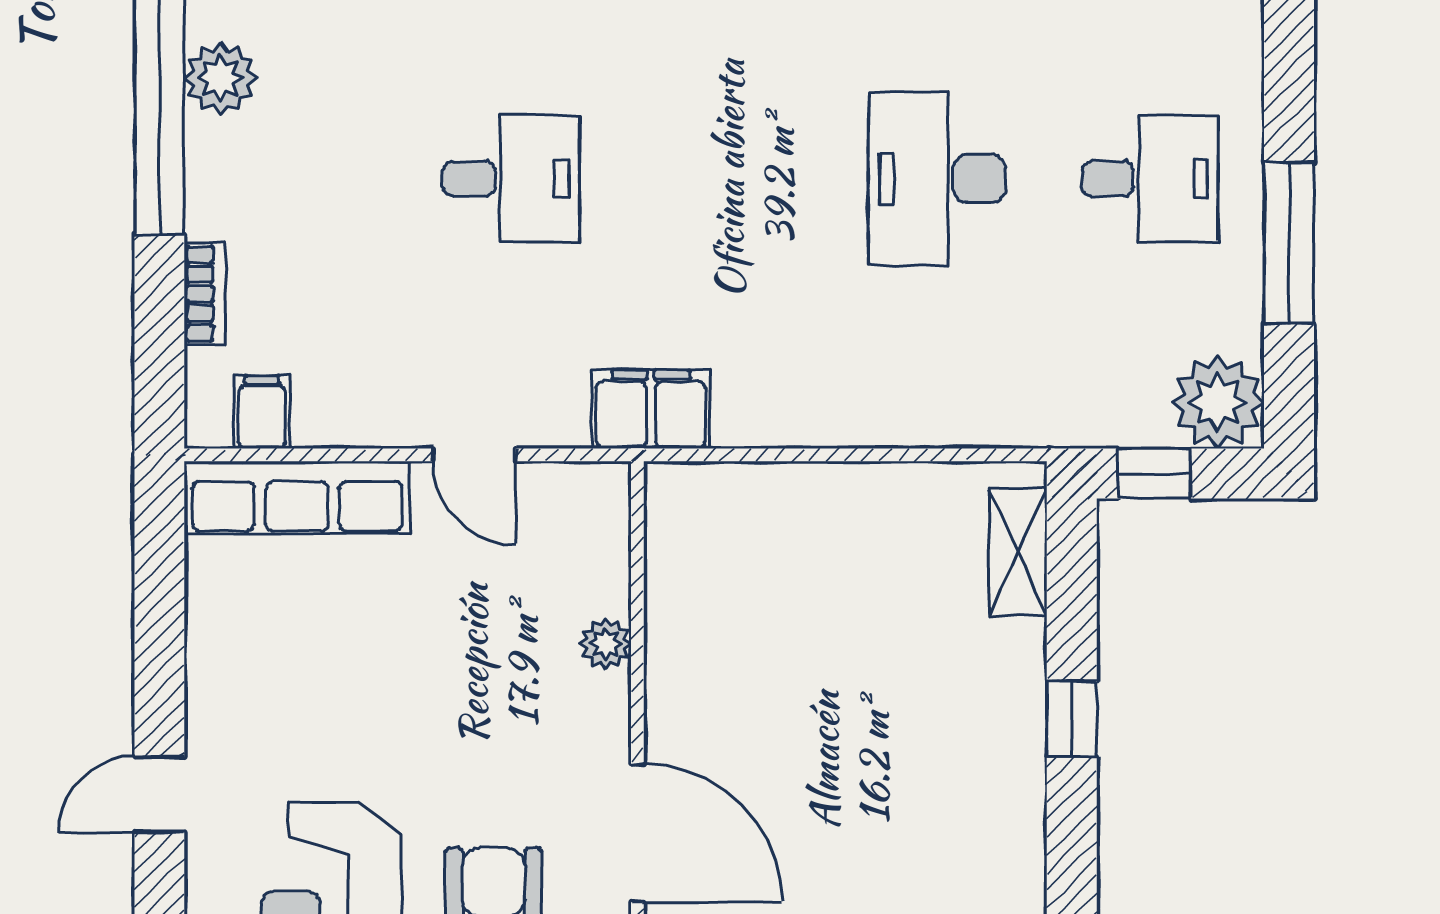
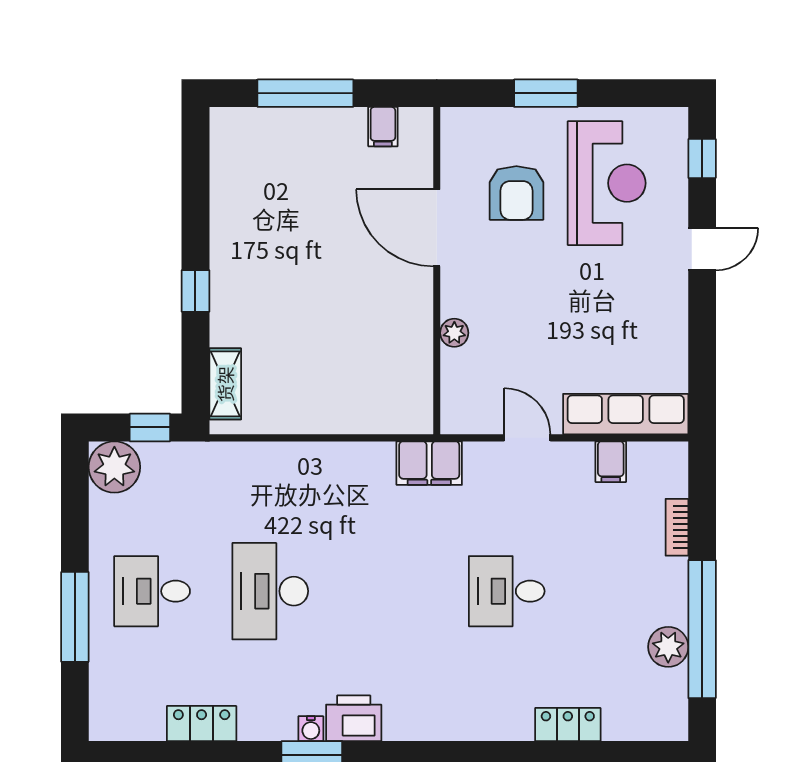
desk: (937, 179) -> (270, 591), turned 180
window: (1289, 243) -> (75, 617), moved
filing cabinet: (262, 412) -> (611, 462), moved

